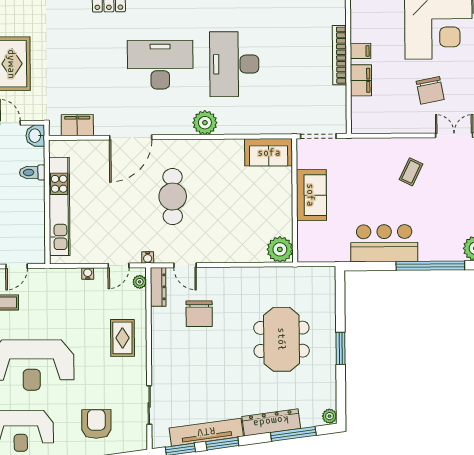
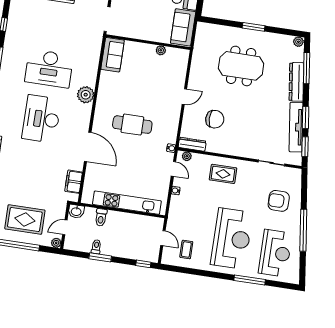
sofa: (311, 195) -> (183, 27), moved, turned -90
plant: (280, 249) -> (161, 50), moved, width x0.53, depth x0.53
door: (185, 265) -> (184, 97), moved

